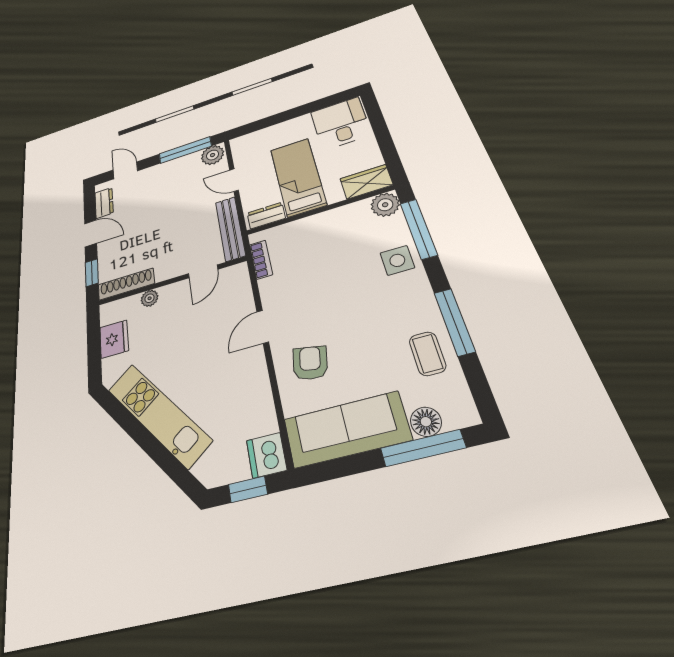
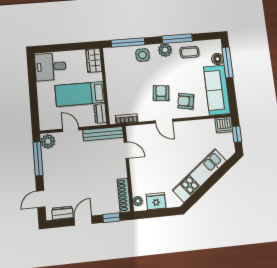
door: (234, 180) -> (71, 129), swing flipped
plant: (385, 205) -> (165, 50), moved
plant: (150, 298) -> (138, 201), moved
armchair: (321, 311) -> (161, 93), added

